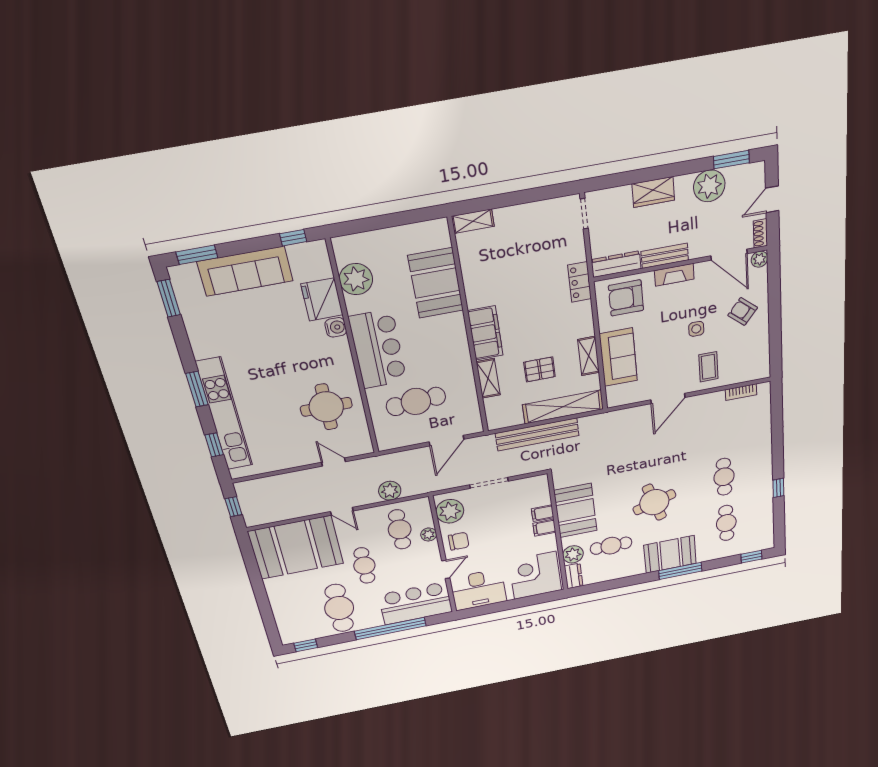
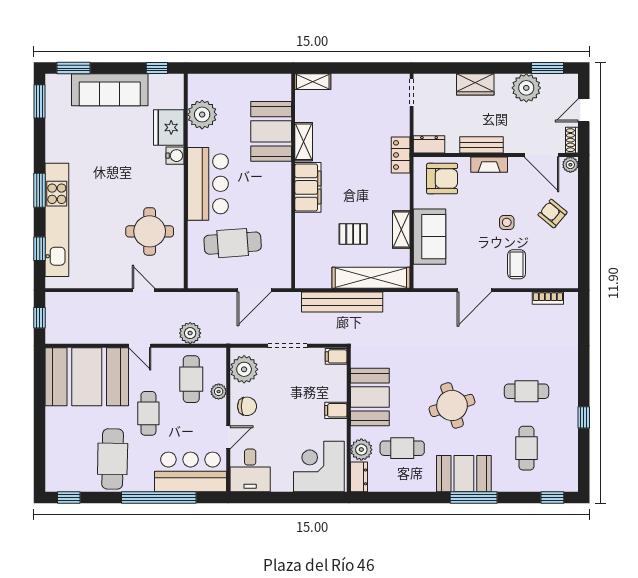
dresser: (616, 264) -> (429, 144), width x0.70
armchair: (626, 298) -> (442, 179), turned 180
shelving: (488, 378) -> (304, 142), moved
cafe table: (724, 477) -> (526, 391), turned 90
filing cabinet: (543, 513) -> (336, 356), moved
desk: (478, 590) -> (250, 470), width x0.73

